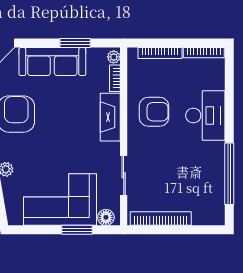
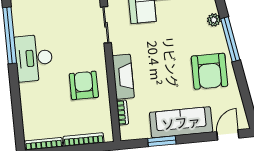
plant: (114, 57) -> (125, 132), removed
armchair: (154, 112) -> (84, 85), turned 90
desk: (205, 116) -> (34, 58), moved

